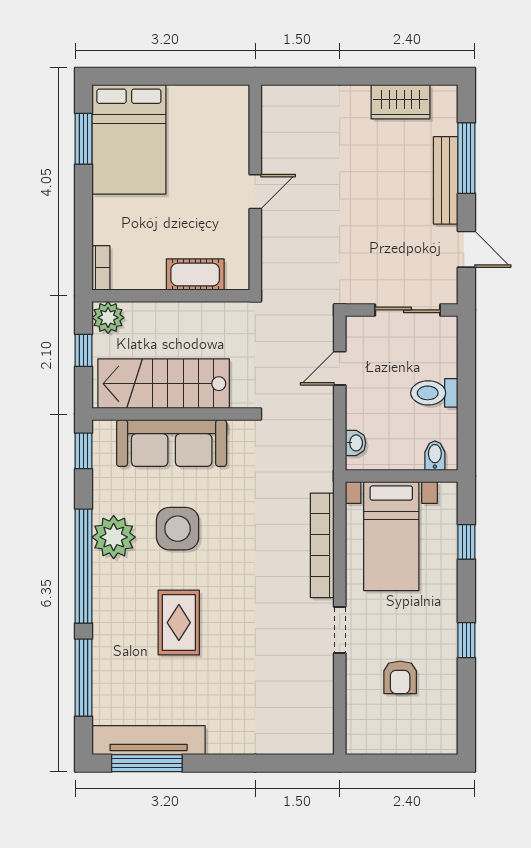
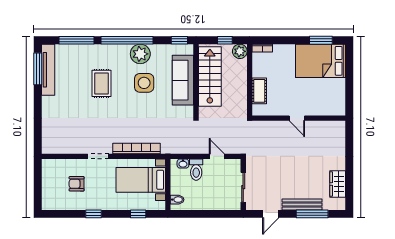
toilet: (434, 393) -> (196, 170), moved, turned 180
rug: (179, 623) -> (102, 83), turned 90

